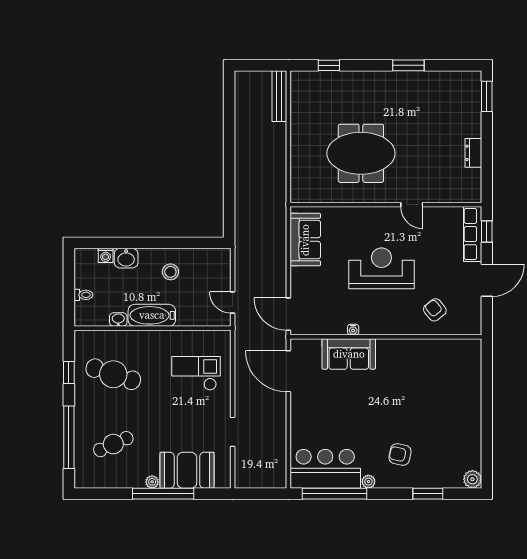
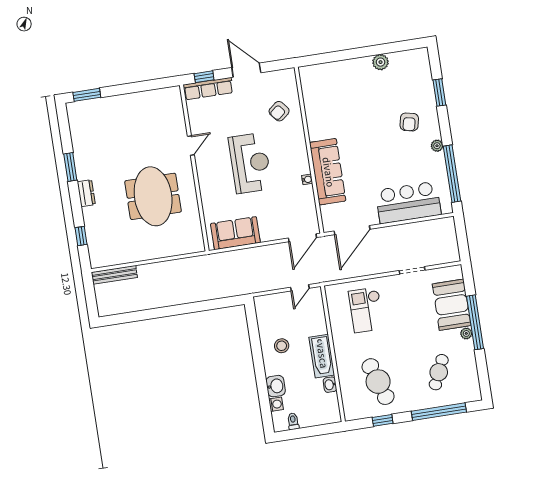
dresser: (473, 153) -> (86, 193), moved, turned -90
reception desk: (381, 268) -> (250, 163), turned 180
toilet: (83, 295) -> (293, 421), moved
sofa: (349, 354) -> (328, 172), width x1.36
cafe table: (113, 374) -> (378, 382), turned -36
cafe table: (113, 444) -> (439, 372), turned 48
bar counter: (325, 469) -> (408, 203), moved, turned 90
plant: (472, 479) -> (380, 62), moved

